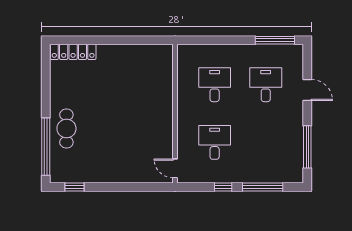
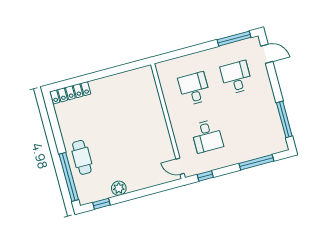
door: (307, 90) -> (267, 54), moved
desk: (215, 142) -> (207, 136), turned 180
plant: (99, 175) -> (119, 188), added
window: (223, 187) -> (205, 176), moved

